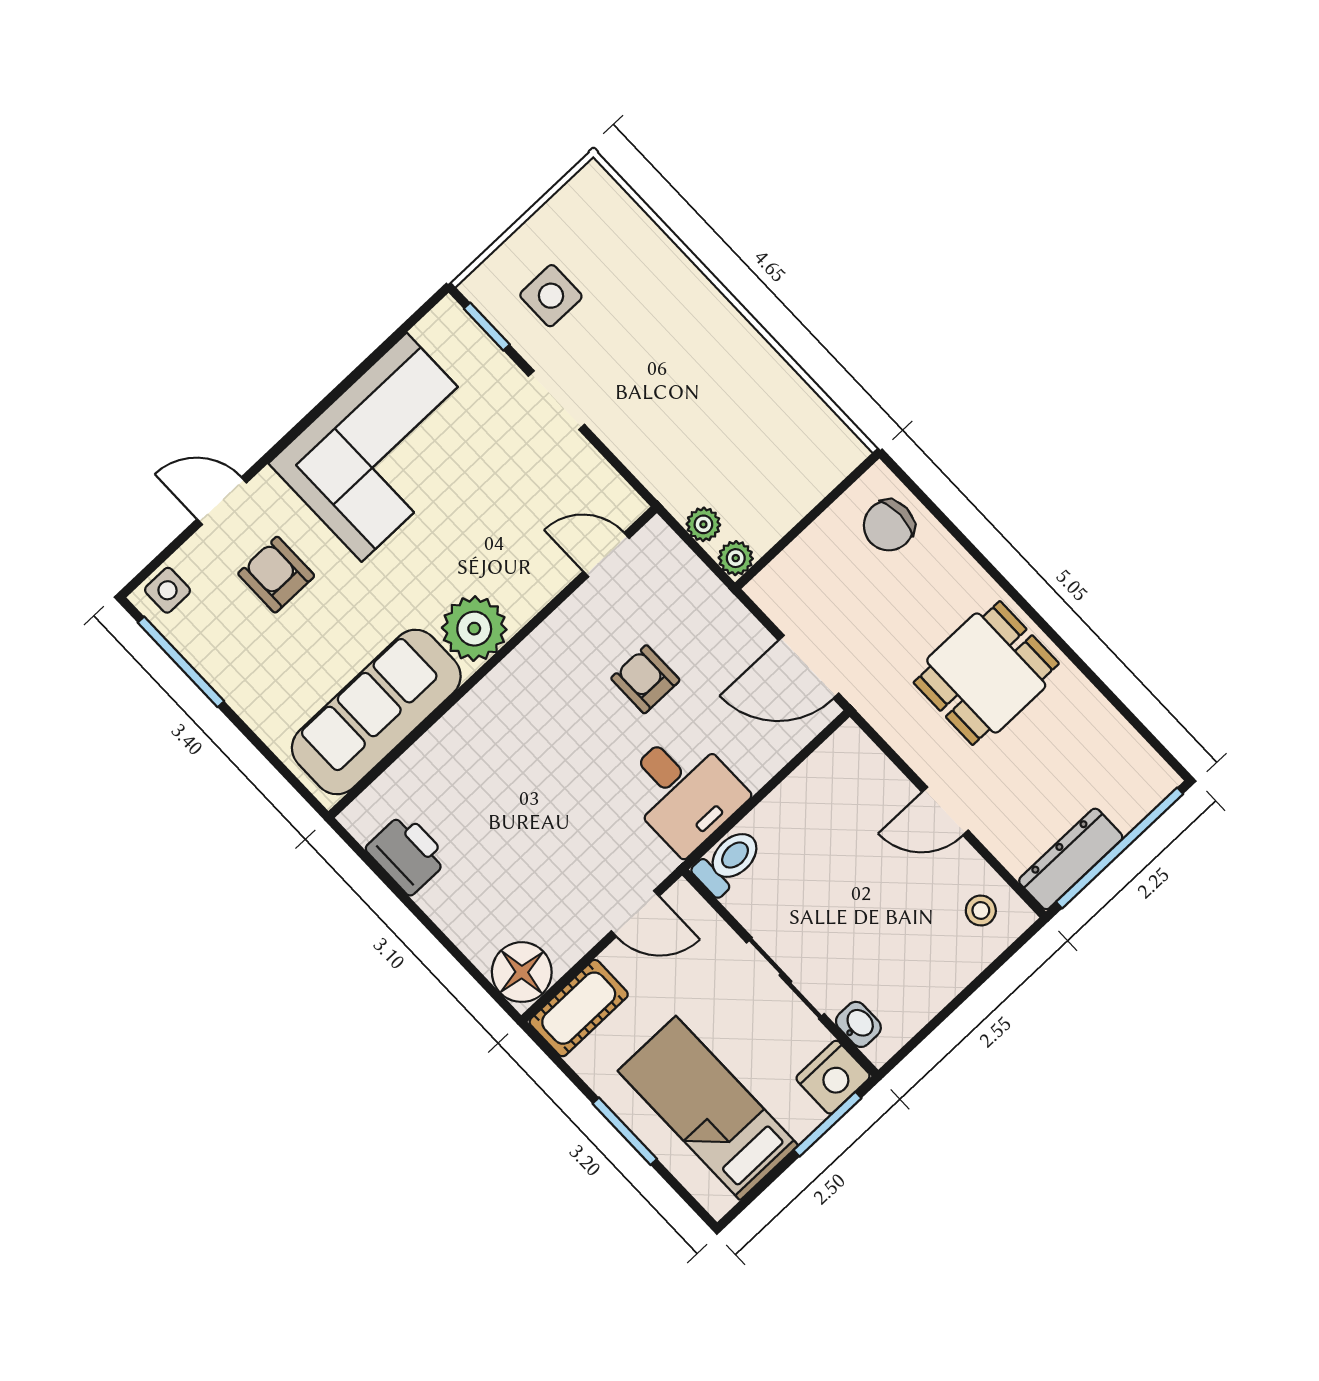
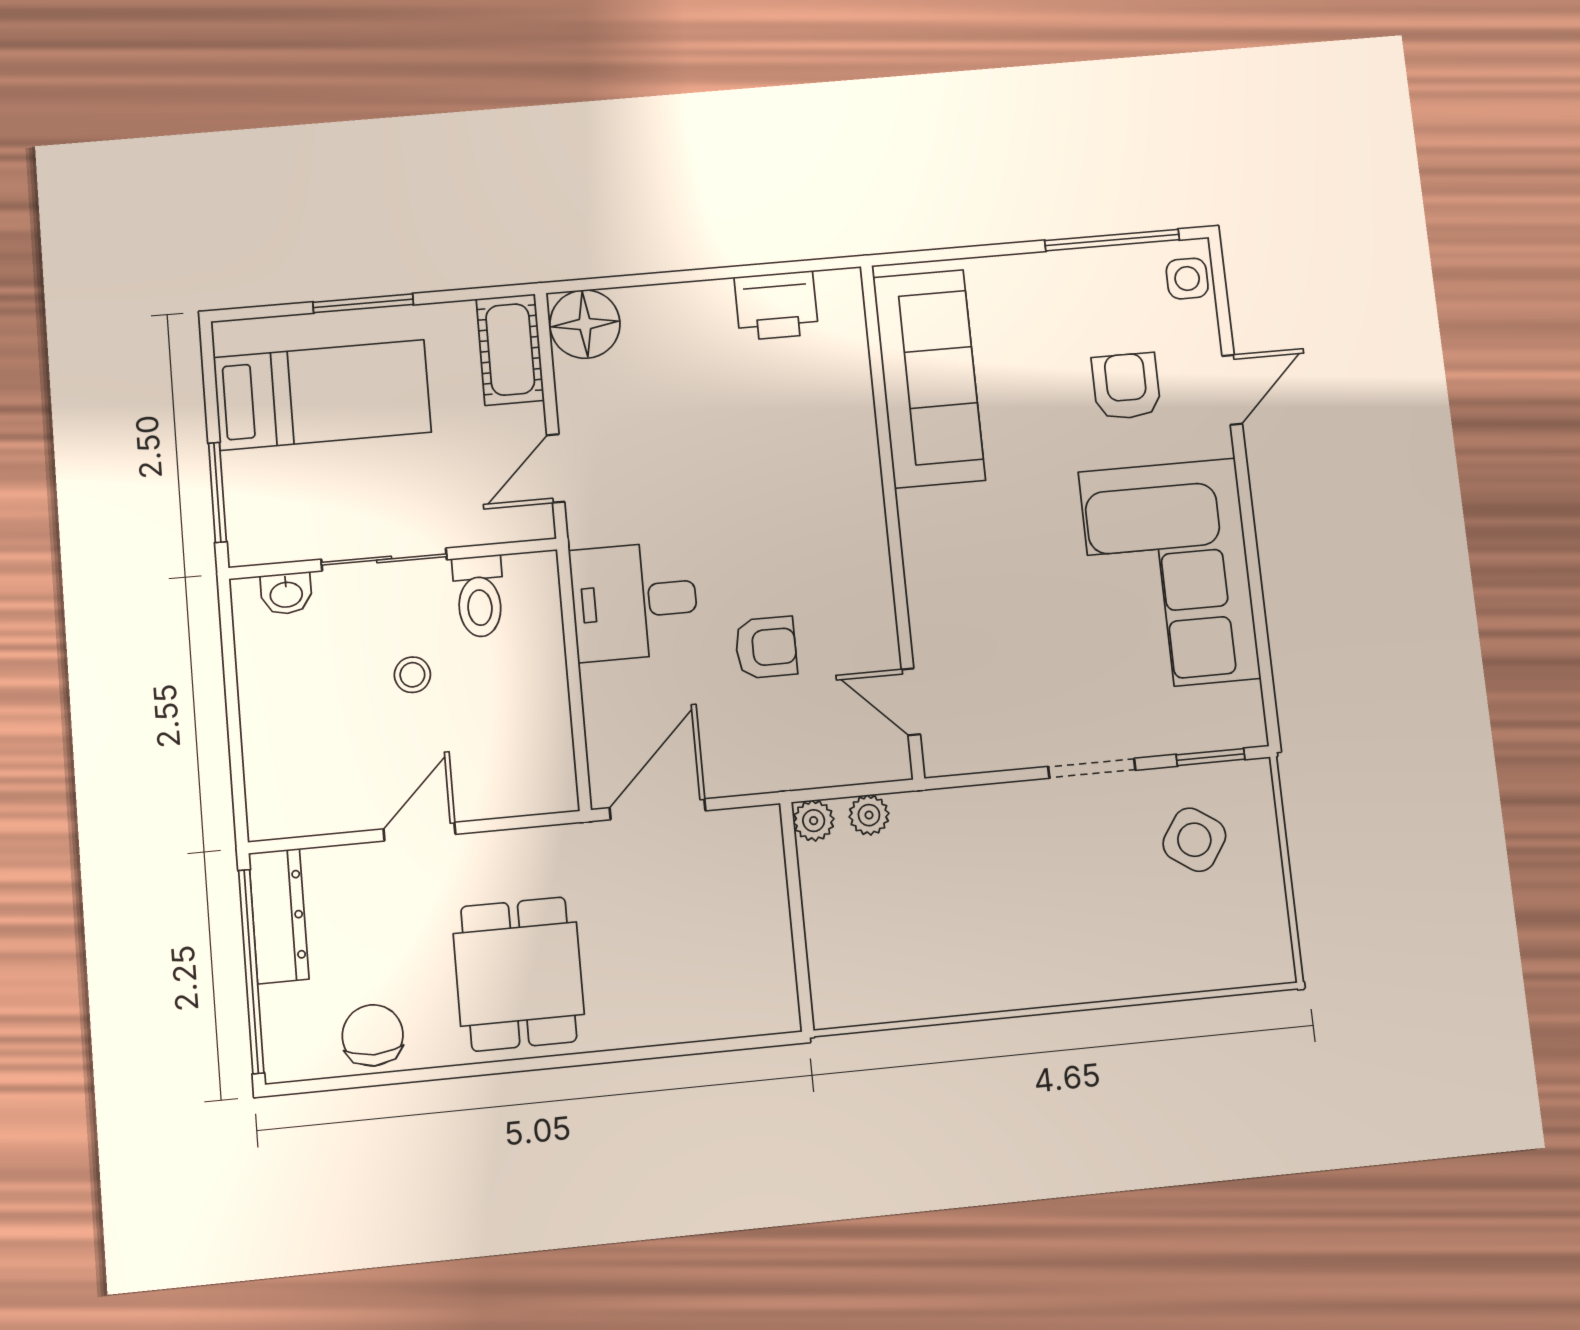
side table: (551, 296) -> (1194, 840), turned 34
chair: (889, 525) -> (373, 1035), moved
door: (606, 555) -> (911, 702), swing flipped
armchair: (276, 575) -> (1126, 386), turned -90
plant: (474, 629) -> (937, 527), removed
toilet: (728, 862) -> (479, 596), moved
stool: (981, 911) -> (412, 675), moved
nightstand: (833, 1077) -> (257, 532), removed

